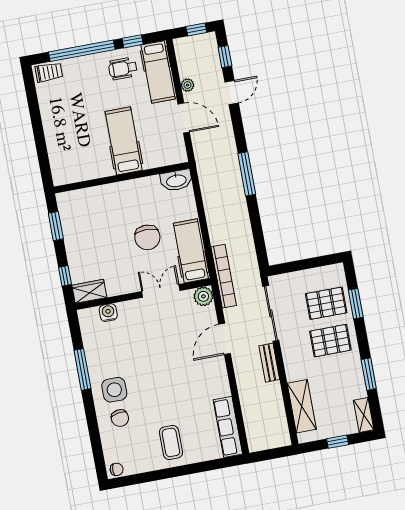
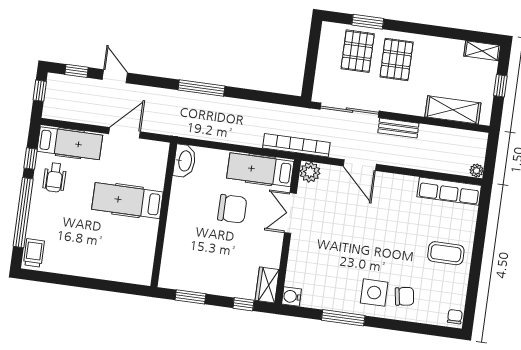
plant: (187, 85) -> (477, 171), moved
water cooler: (108, 313) -> (292, 296), moved
window: (369, 374) -> (443, 32), removed

